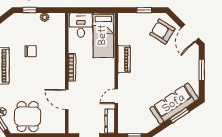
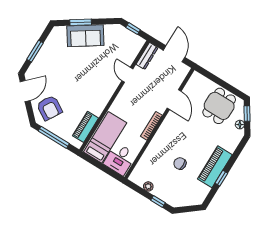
window: (144, 10) -> (54, 137), width x2.17
piano: (124, 59) -> (86, 127), moved
door: (116, 96) -> (127, 75), swing flipped
sofa: (174, 104) -> (85, 36), width x0.73

